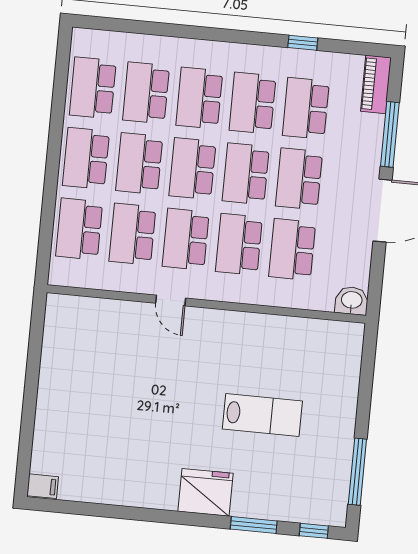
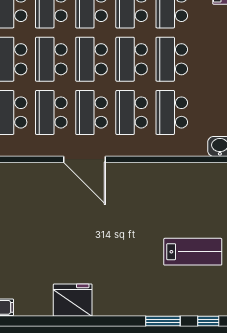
door: (171, 301) -> (85, 159), width x1.88
lab bench: (262, 415) -> (193, 252), moved
fridge: (206, 492) -> (73, 300), moved

